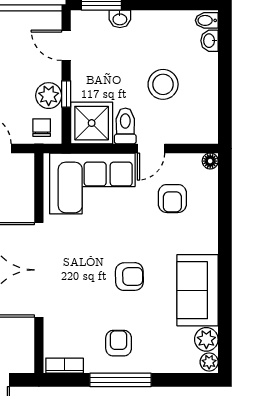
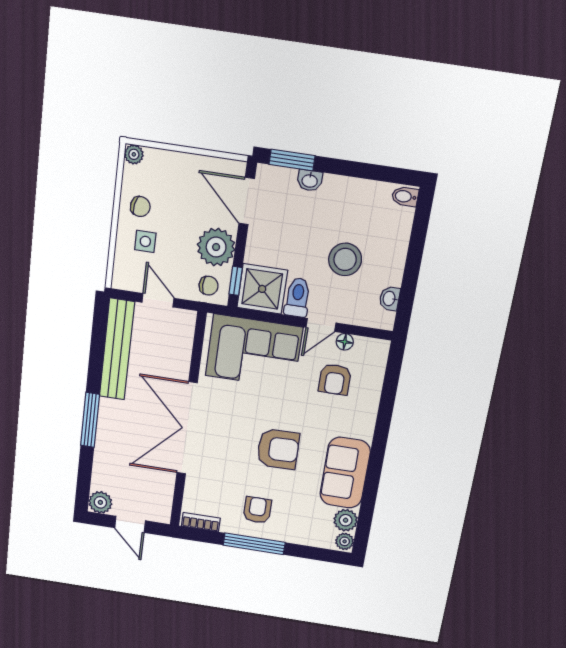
washbasin: (210, 41) -> (390, 299), moved
door: (66, 45) -> (247, 201), width x1.38
window: (66, 94) -> (236, 281), moved
plant: (49, 96) -> (216, 247), width x1.36, depth x1.36
chair: (42, 128) -> (209, 286), turned 90
floor lamp: (210, 161) -> (345, 342), moved
armchair: (129, 277) -> (278, 449), width x1.38, depth x1.38

